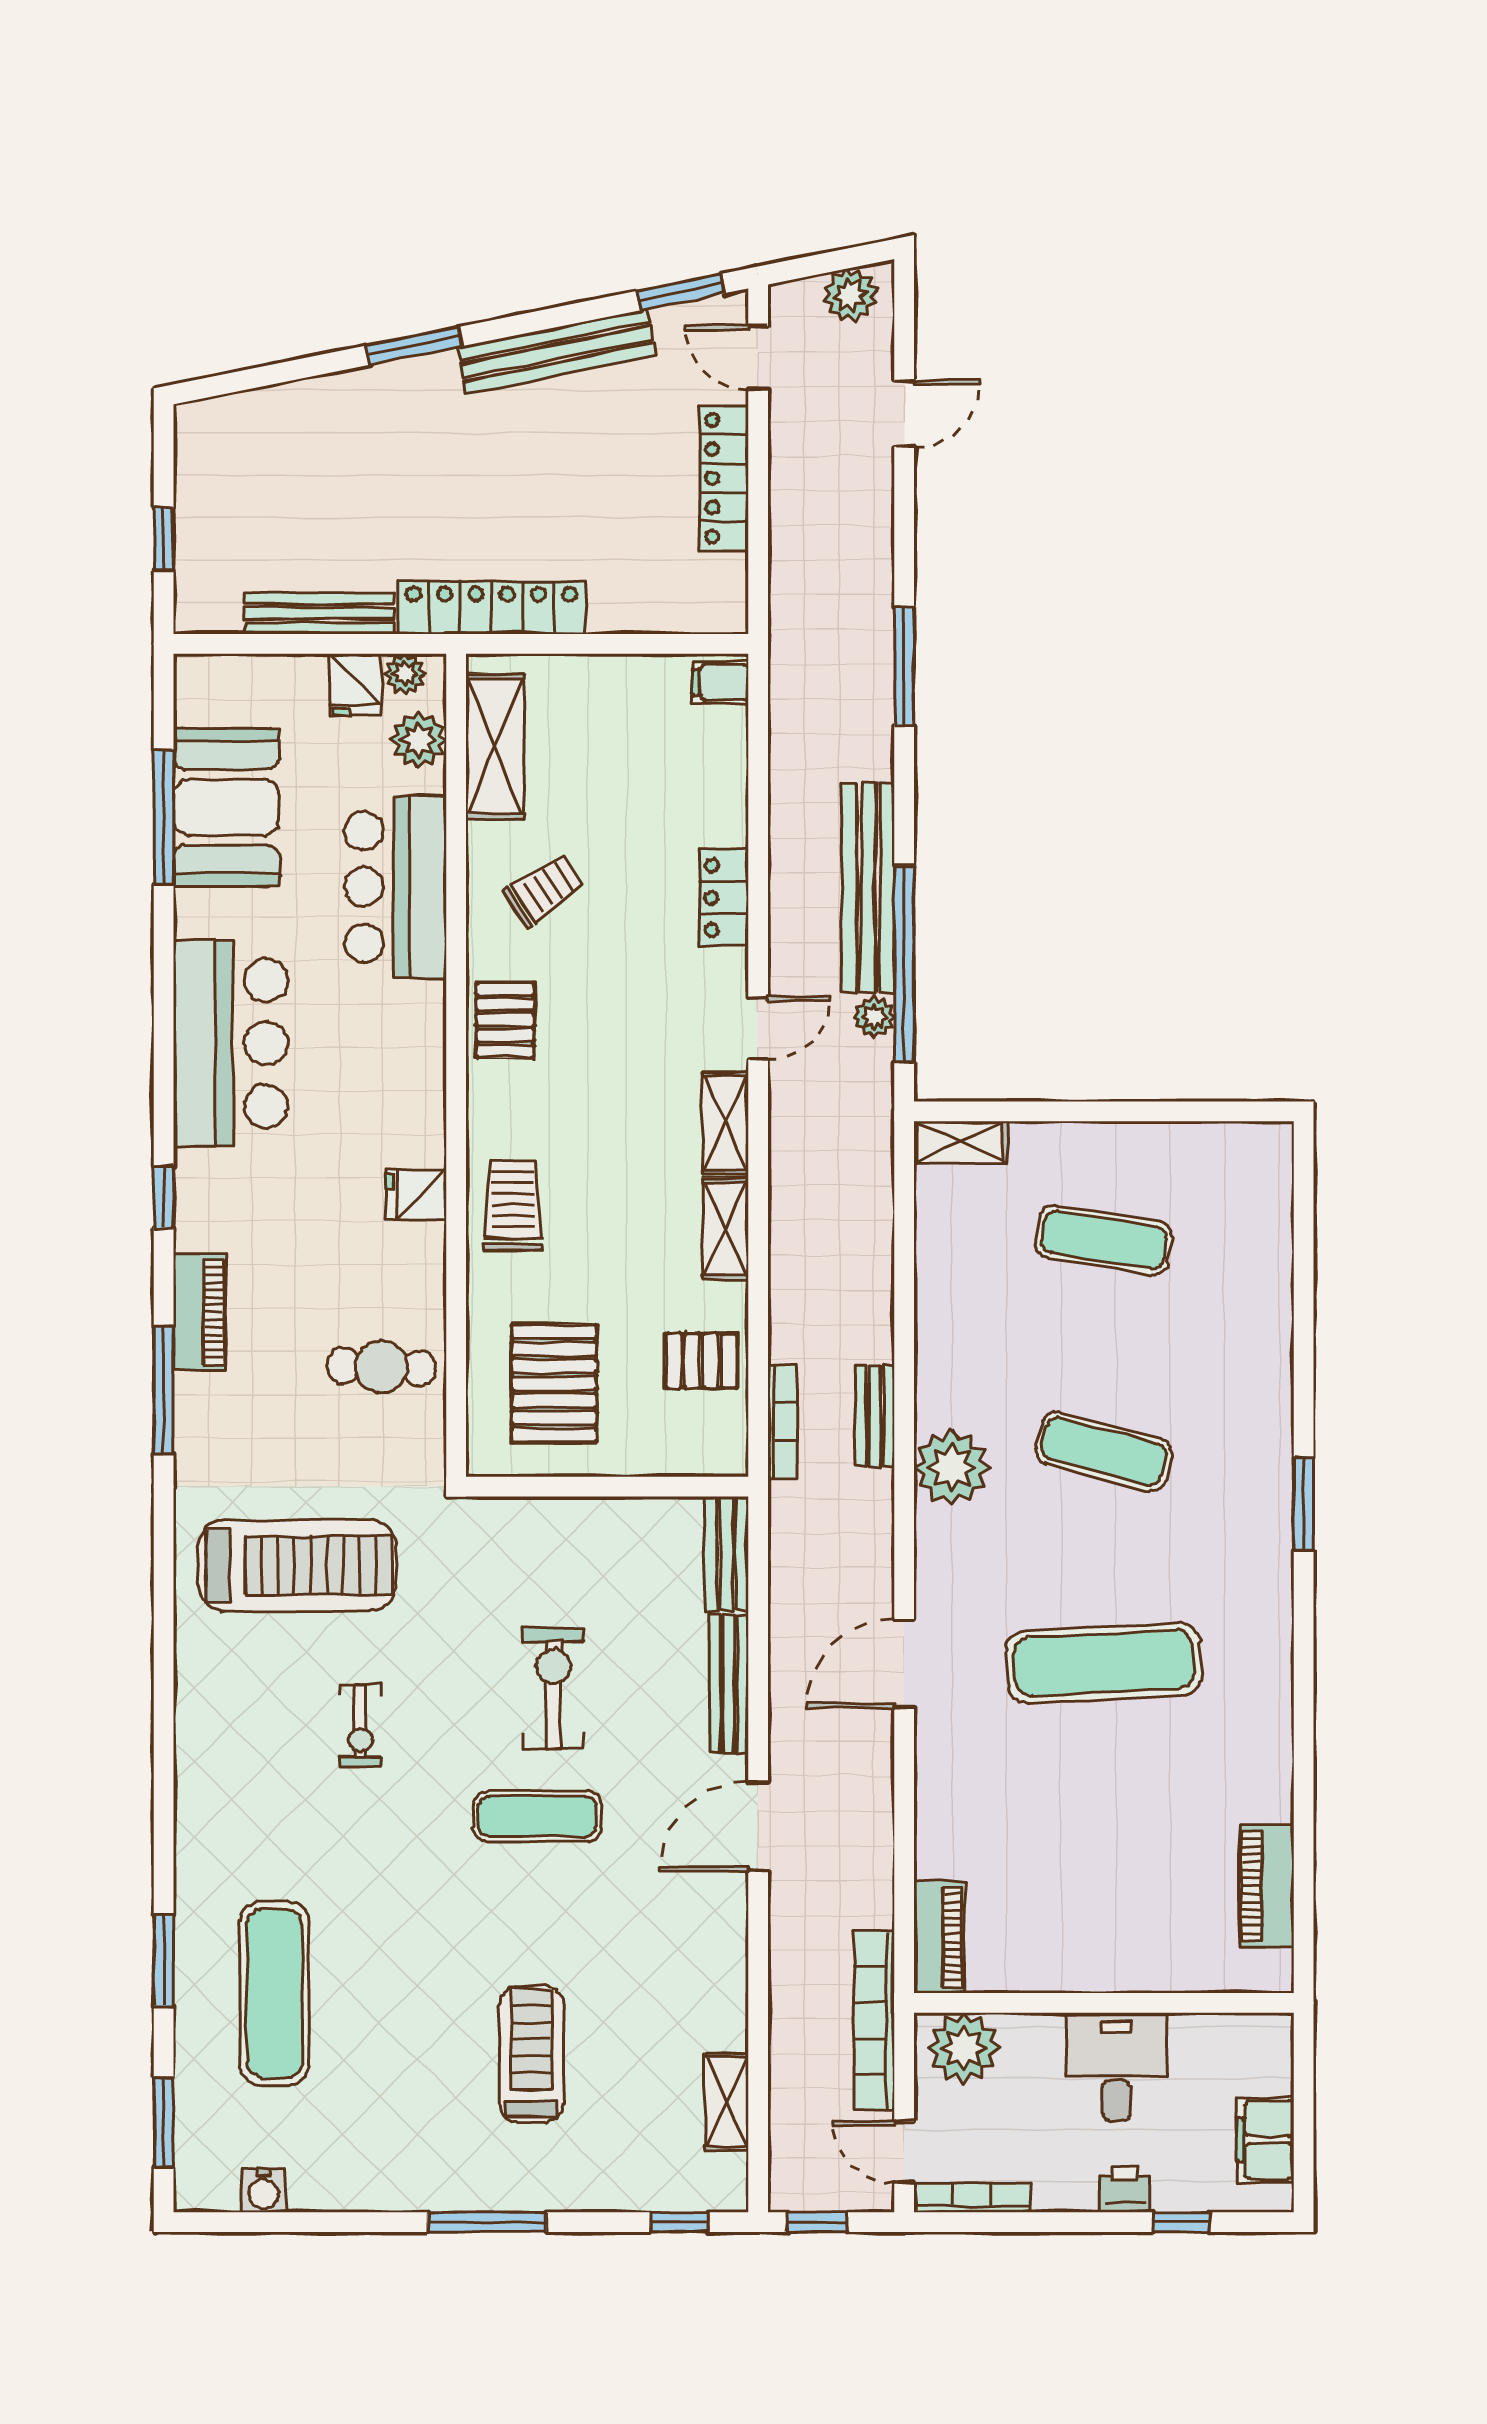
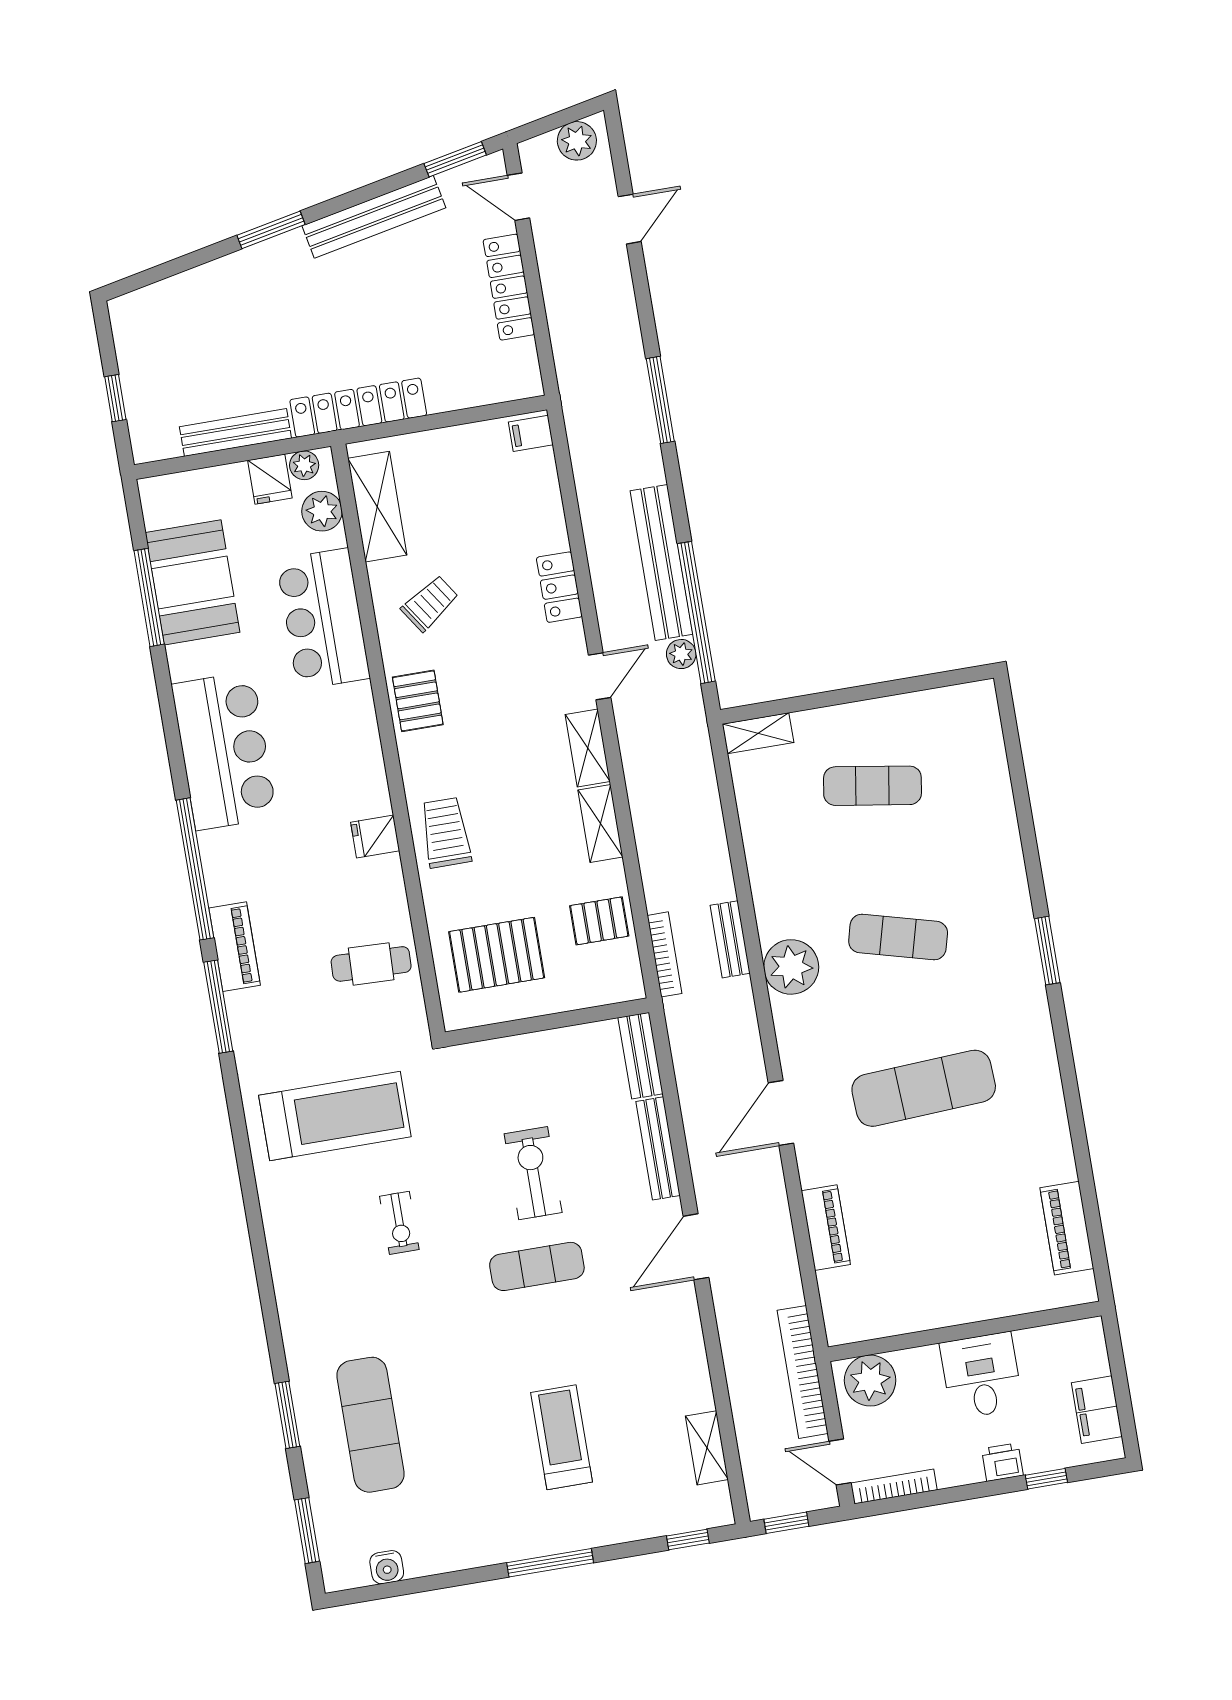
window: (164, 1197) -> (195, 869), width x3.17
pallet: (554, 1383) -> (497, 955), turned 90
piano: (939, 1937) -> (826, 1228), moved

